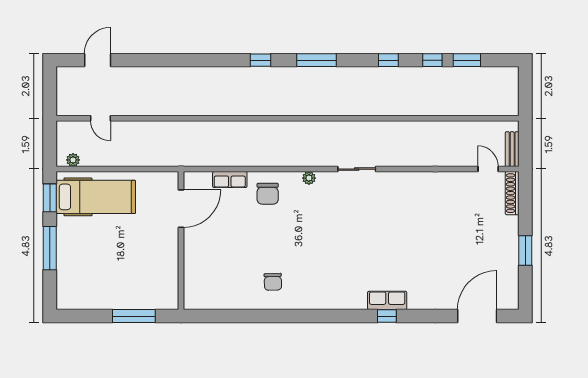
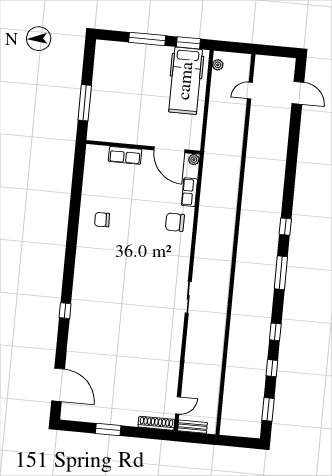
window: (467, 60) -> (268, 409), moved
plant: (309, 178) -> (194, 160), moved
row of seats: (387, 300) -> (125, 155), moved, turned 90

